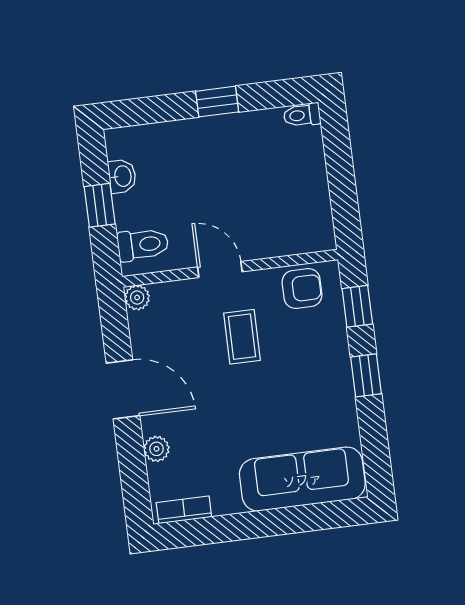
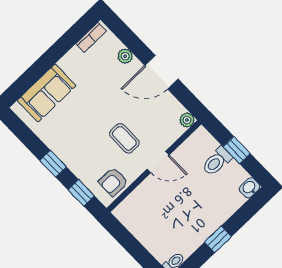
washbasin: (122, 176) -> (250, 188), moved, turned 90
toilet: (143, 245) -> (217, 161), moved
sofa: (302, 479) -> (47, 93), width x0.73

